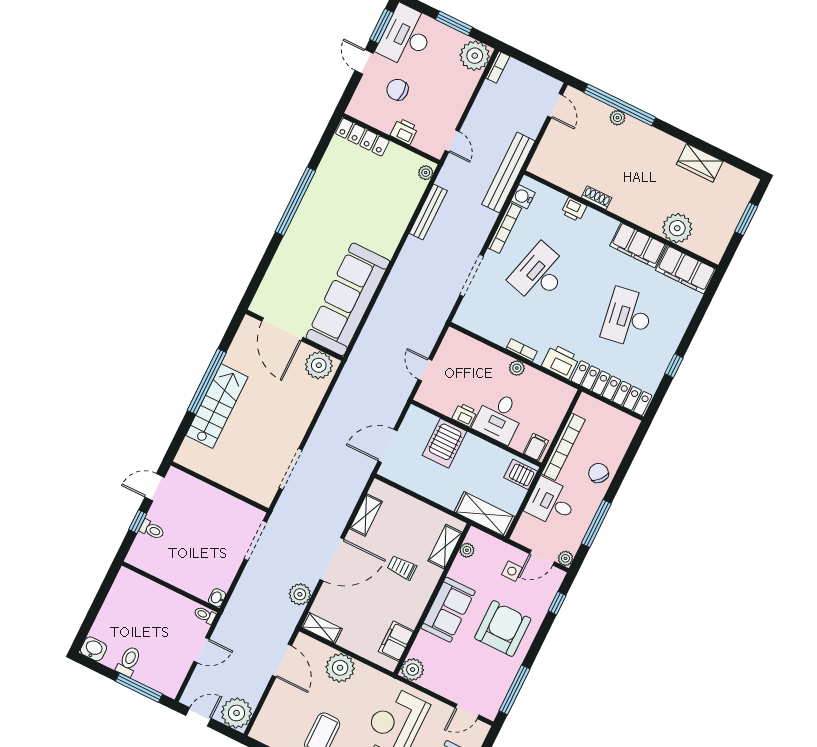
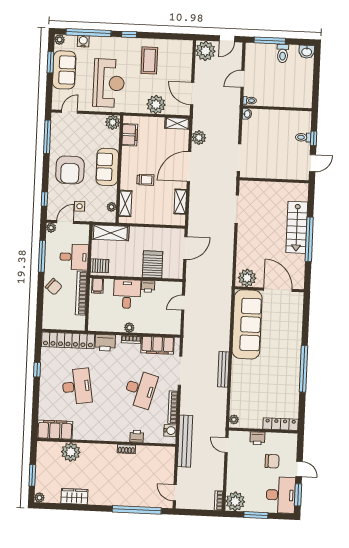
plant: (617, 118) -> (39, 498), moved
bench: (428, 212) -> (223, 369), moved
filing cabinet: (638, 245) -> (158, 345), moved, turned 180
door: (425, 370) -> (183, 303), swing flipped

